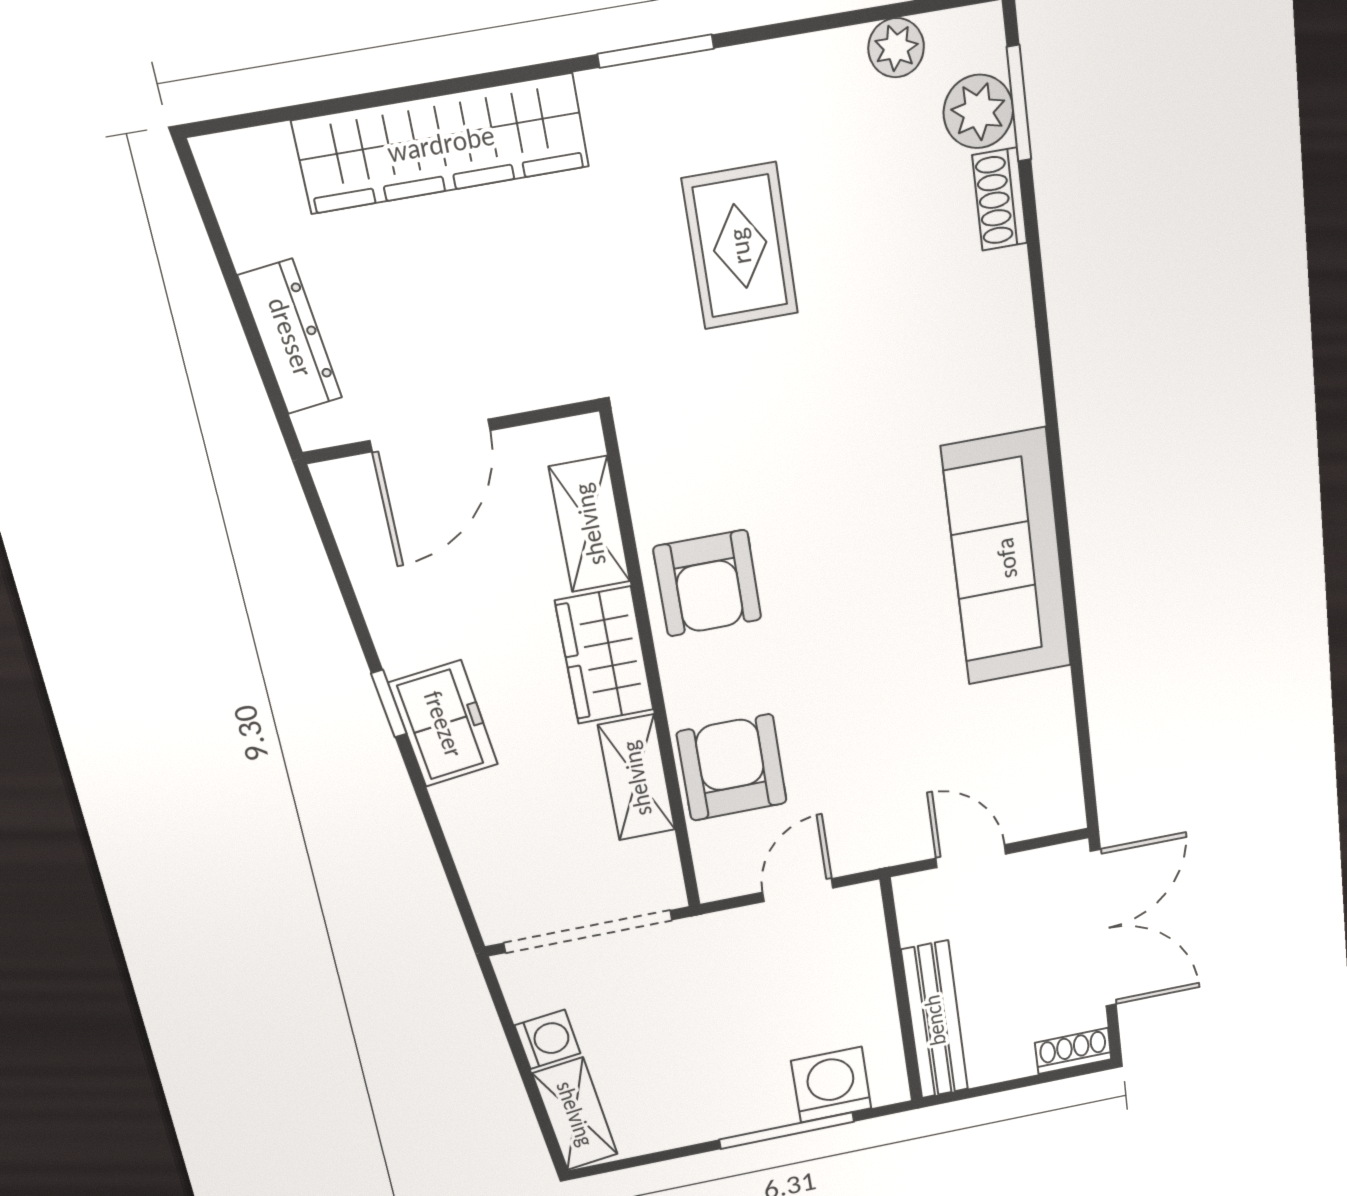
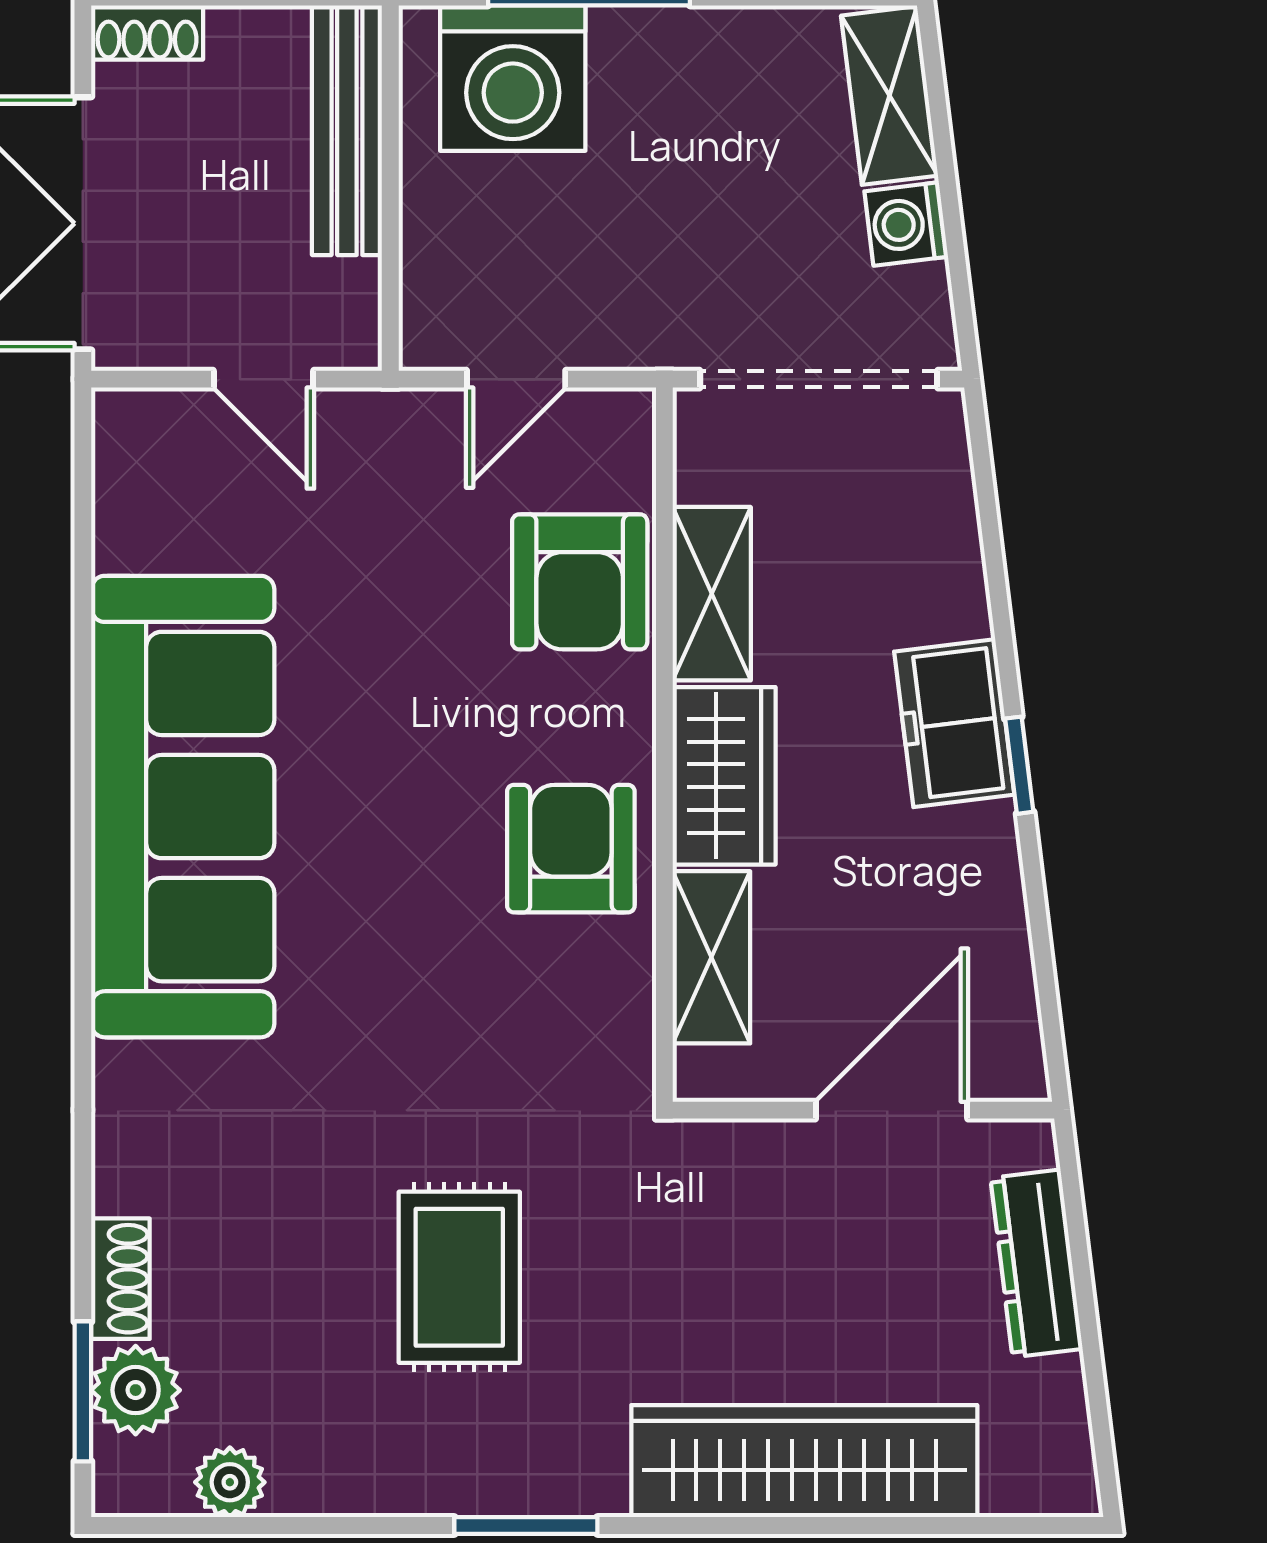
sofa: (1007, 558) -> (183, 807), width x1.36, depth x1.27
washing machine: (831, 1085) -> (513, 78), width x1.37, depth x1.37

